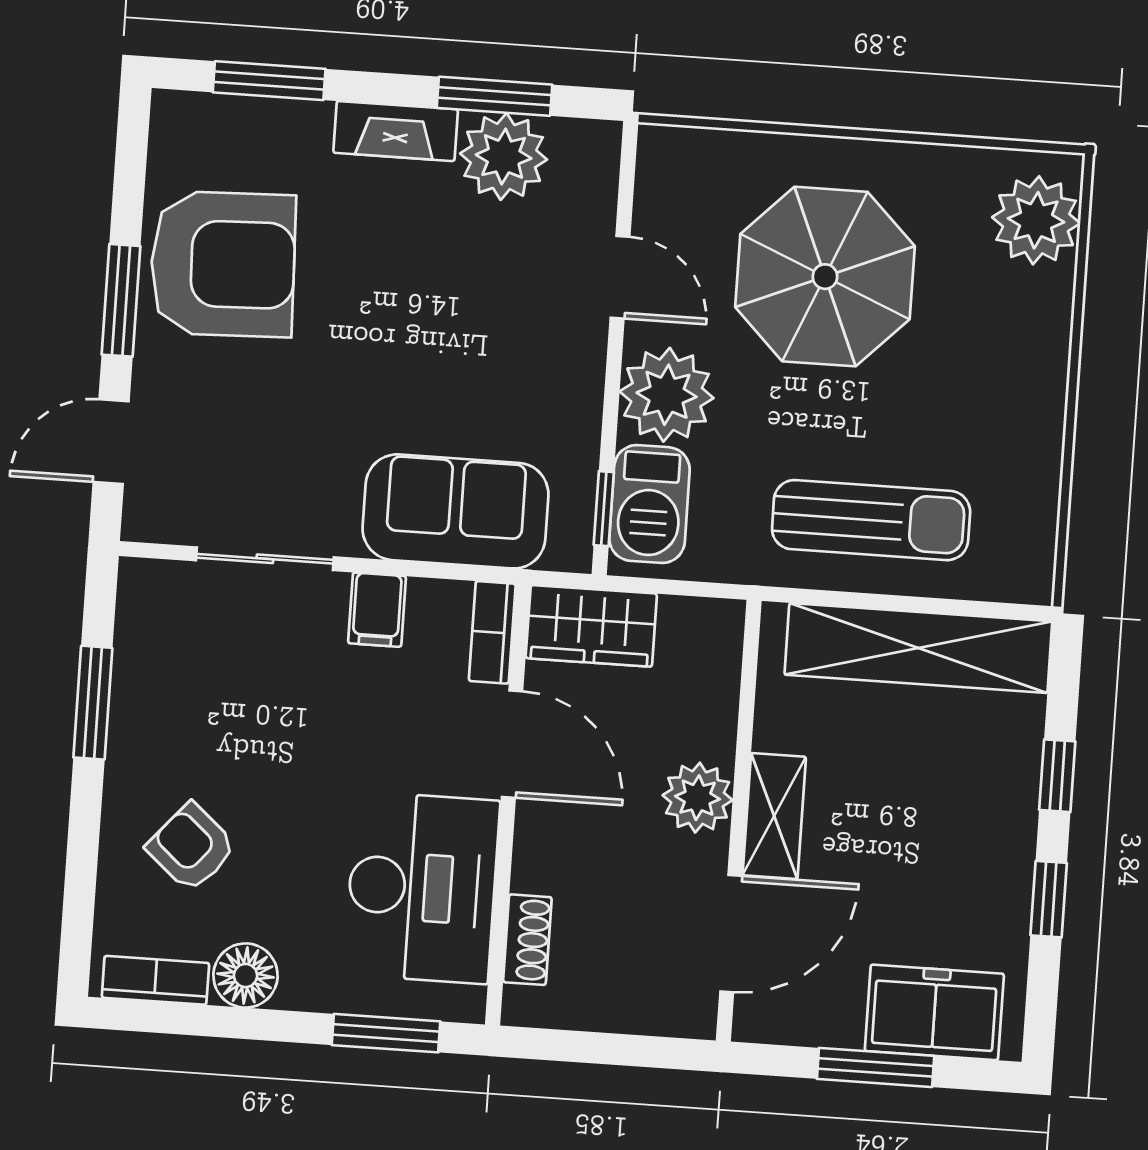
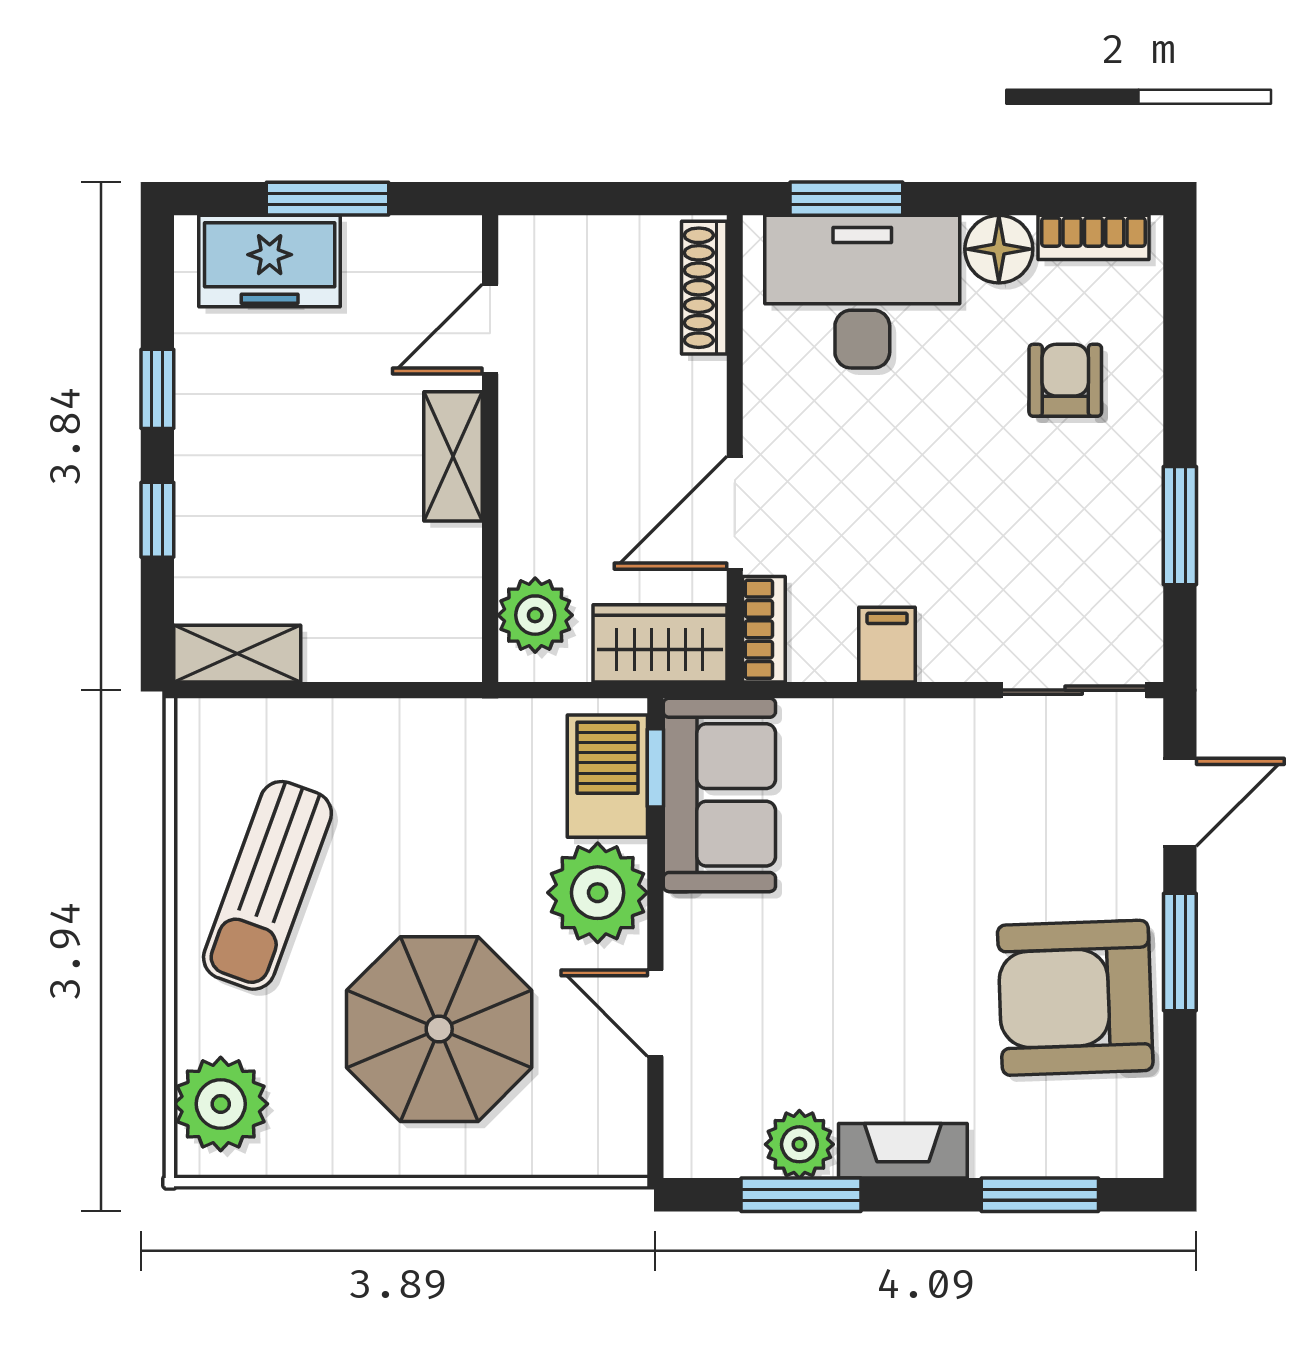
plant: (504, 156) -> (799, 1144), width x0.73, depth x0.73
sofa: (455, 511) -> (719, 795), moved, turned -90
sun lounger: (871, 520) -> (267, 885), moved, turned -70
sliding door: (265, 559) -> (1074, 690), moved
shelving: (918, 648) -> (237, 654), width x0.45, depth x0.75
door: (512, 744) -> (735, 513), hinge flipped
plant: (698, 798) -> (535, 615), moved
armchair: (191, 847) -> (1065, 380), turned -131
desk: (422, 888) -> (862, 292), moved, turned 90
door: (731, 934) -> (490, 329), width x0.73
shoe rack: (527, 940) -> (704, 288), width x1.43

